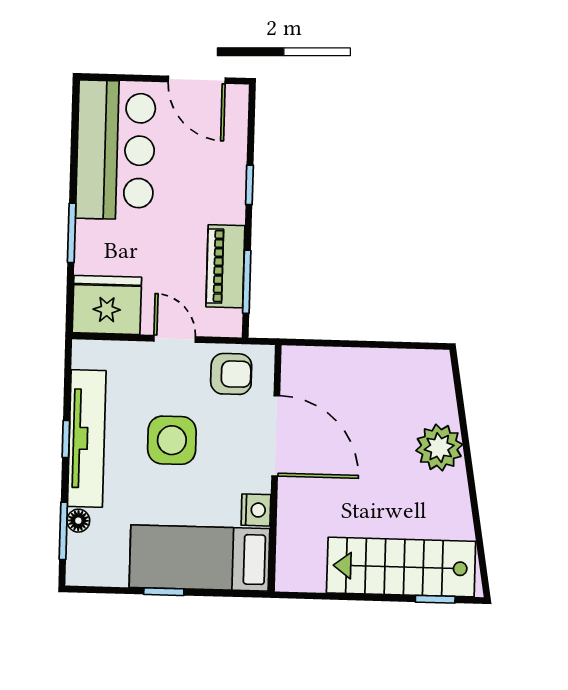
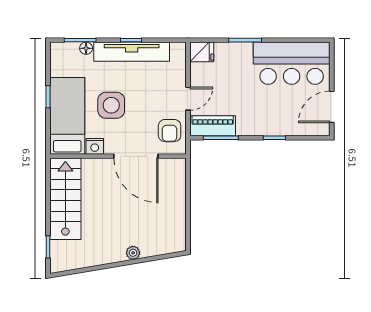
piano: (225, 266) -> (213, 126), moved
fridge: (107, 305) -> (202, 52), width x0.53, depth x0.75
door: (276, 436) -> (136, 156), hinge flipped
side table: (172, 440) -> (111, 105), moved
plant: (439, 448) -> (133, 253), width x0.53, depth x0.53
stairs: (401, 567) -> (65, 199), moved

